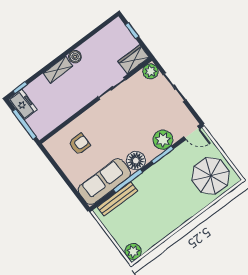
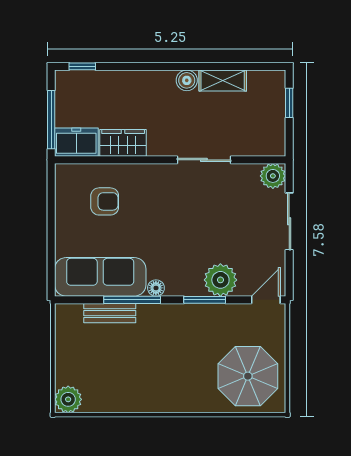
wardrobe: (134, 59) -> (123, 143), moved
shelving: (58, 70) -> (223, 81), moved
freezer: (23, 105) -> (76, 142), moved, turned -90
door: (192, 133) -> (266, 300), swing flipped
floor lamp: (136, 161) -> (156, 288), width x0.53, depth x0.53
bench: (117, 199) -> (110, 313), width x0.73

